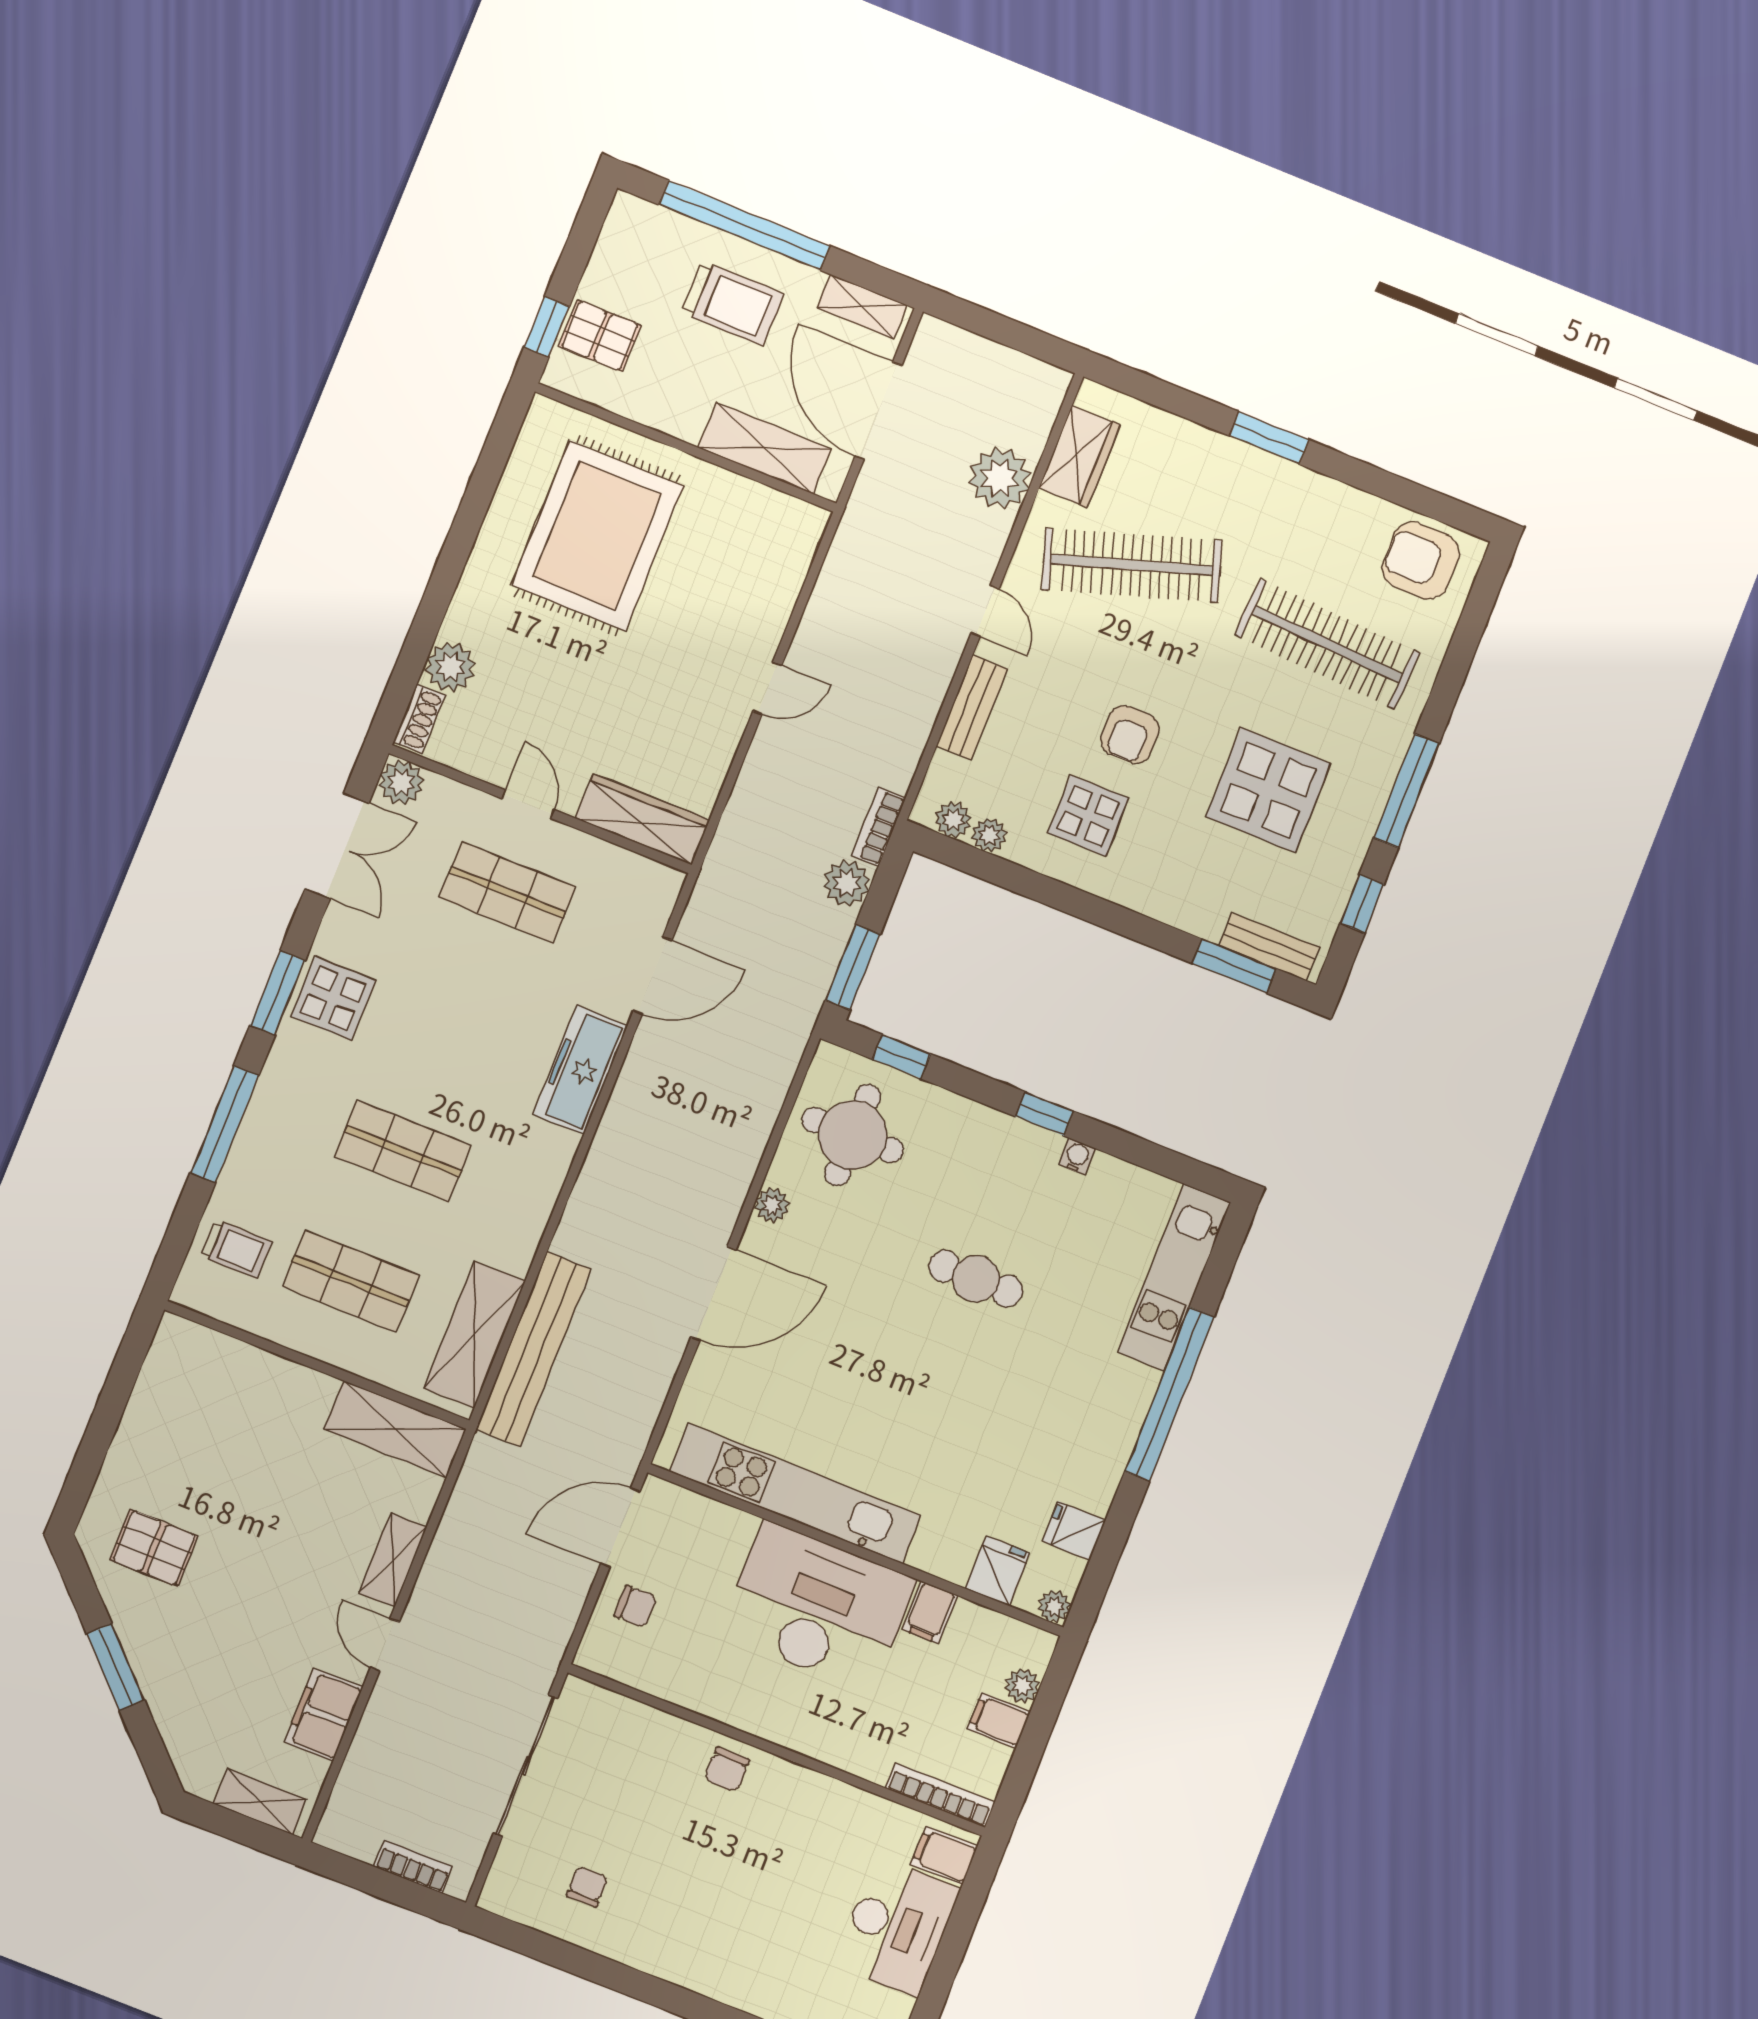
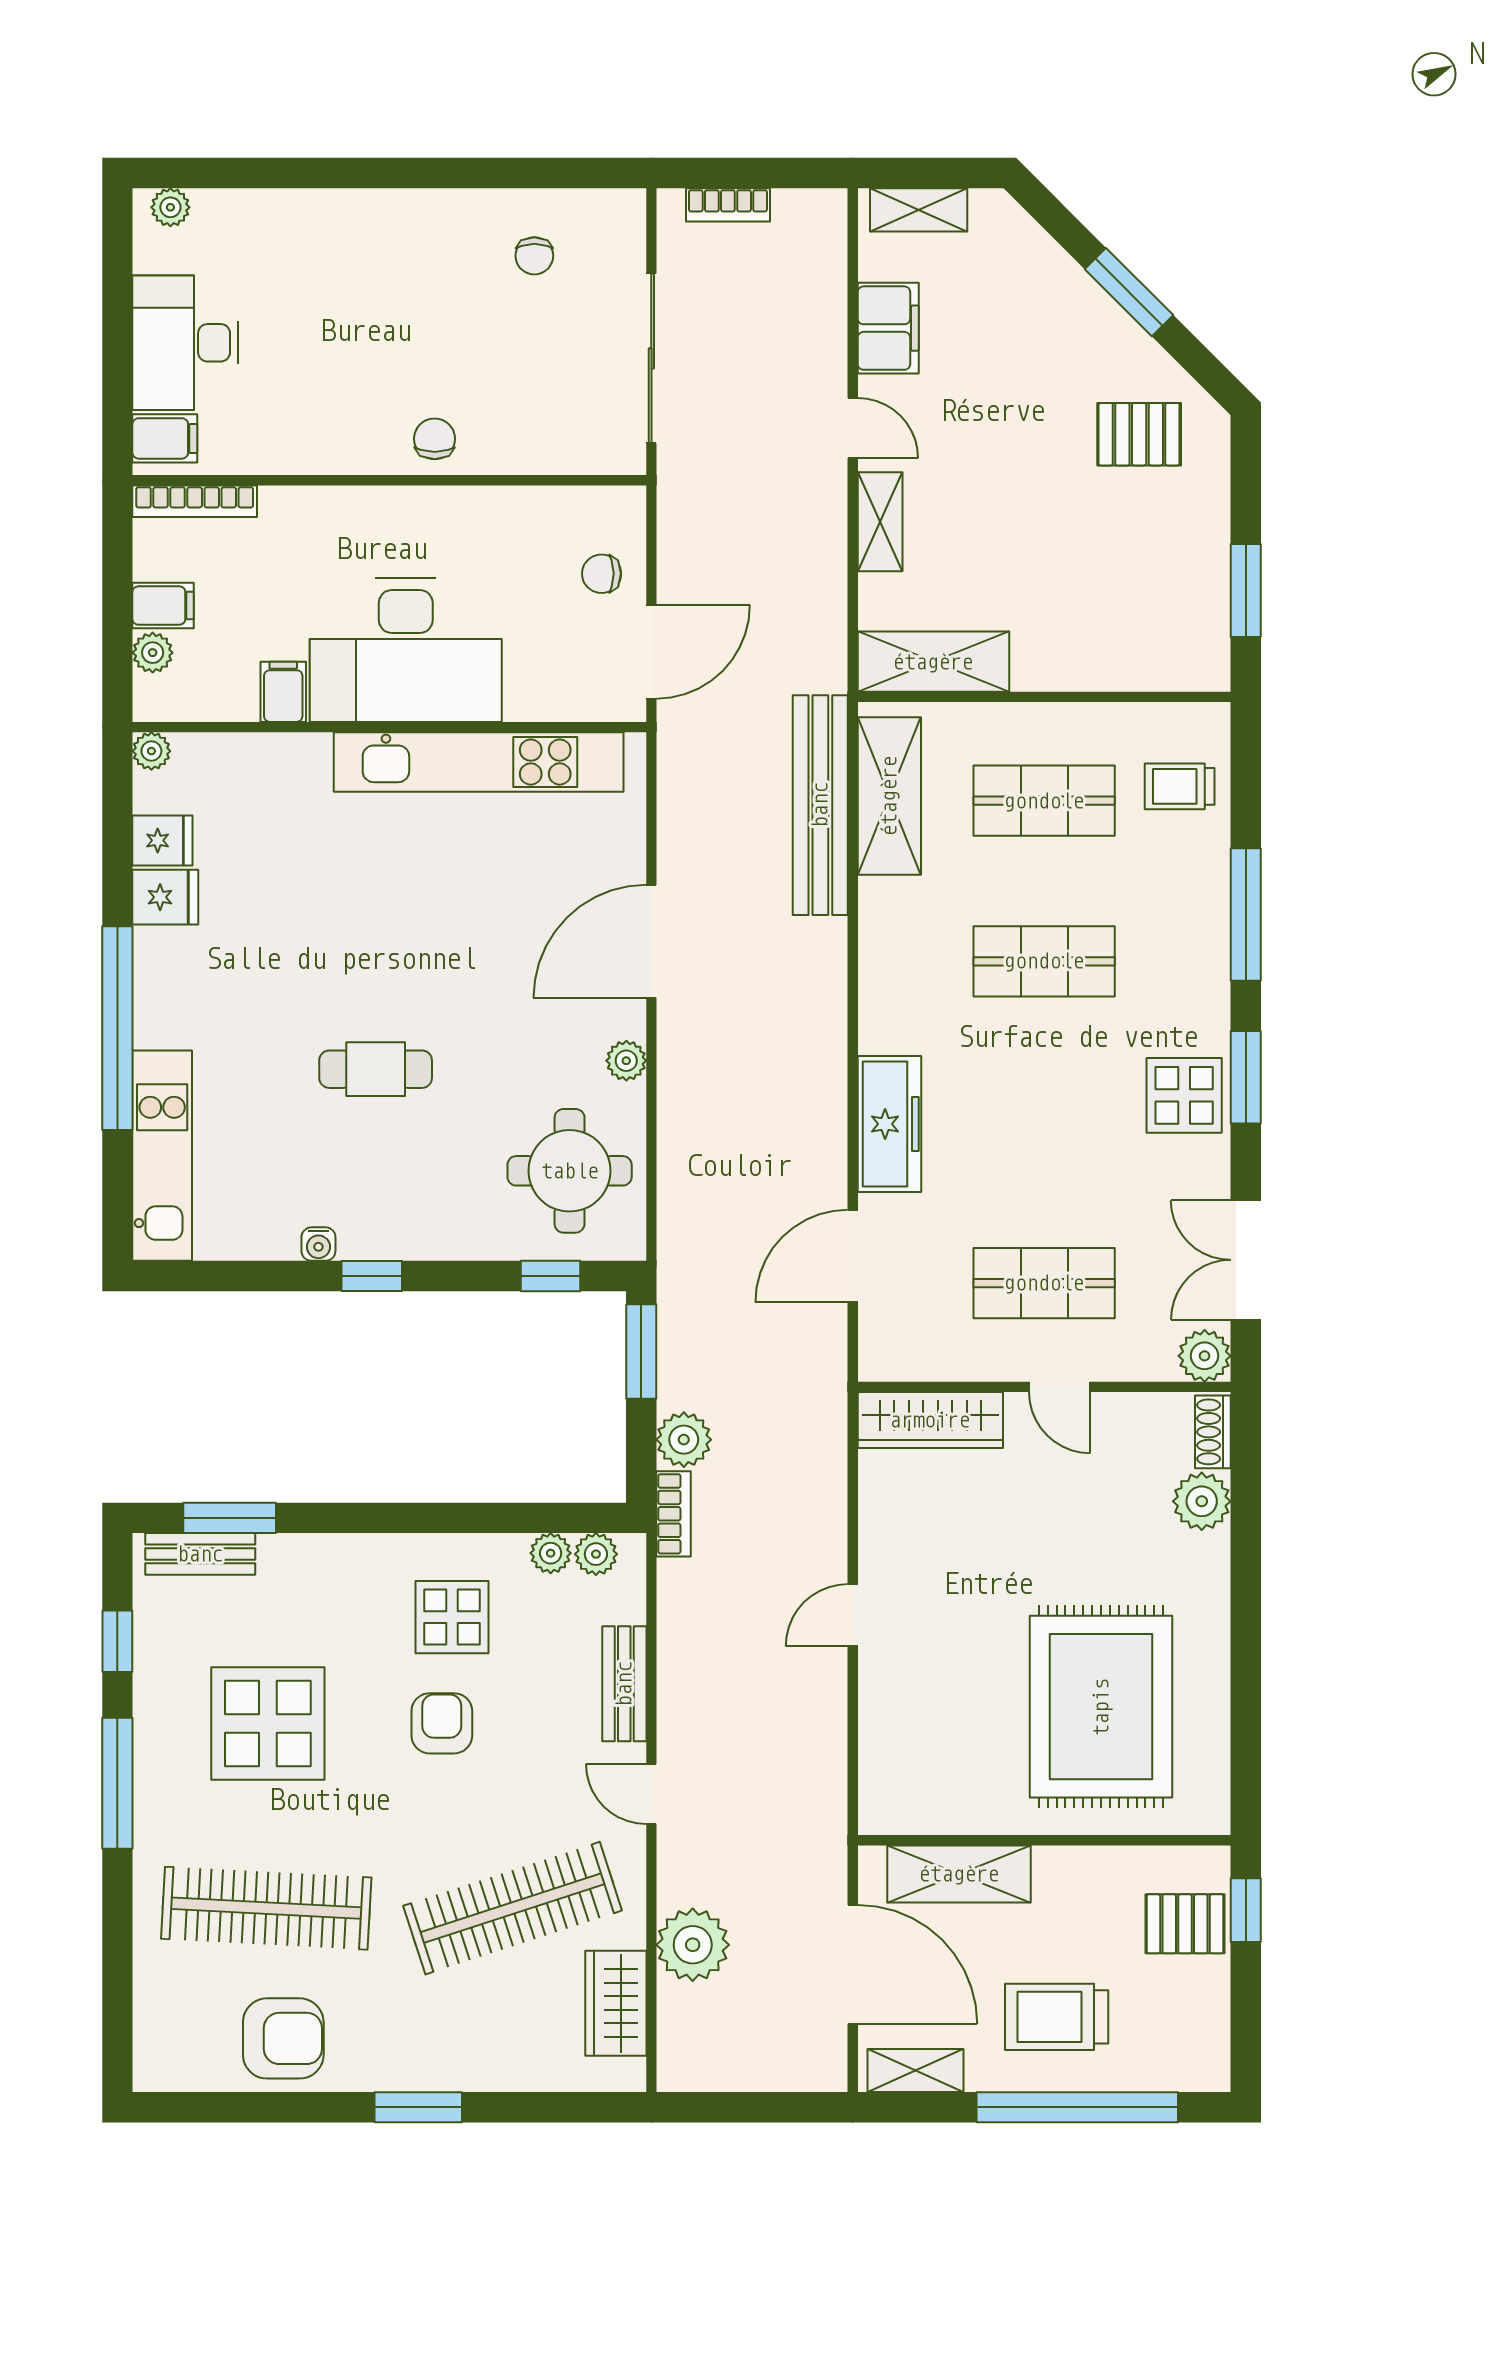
armchair: (1421, 561) -> (283, 2038), moved
window: (119, 1387) -> (1246, 591), added
fridge: (997, 1571) -> (165, 897), moved, turned -90

